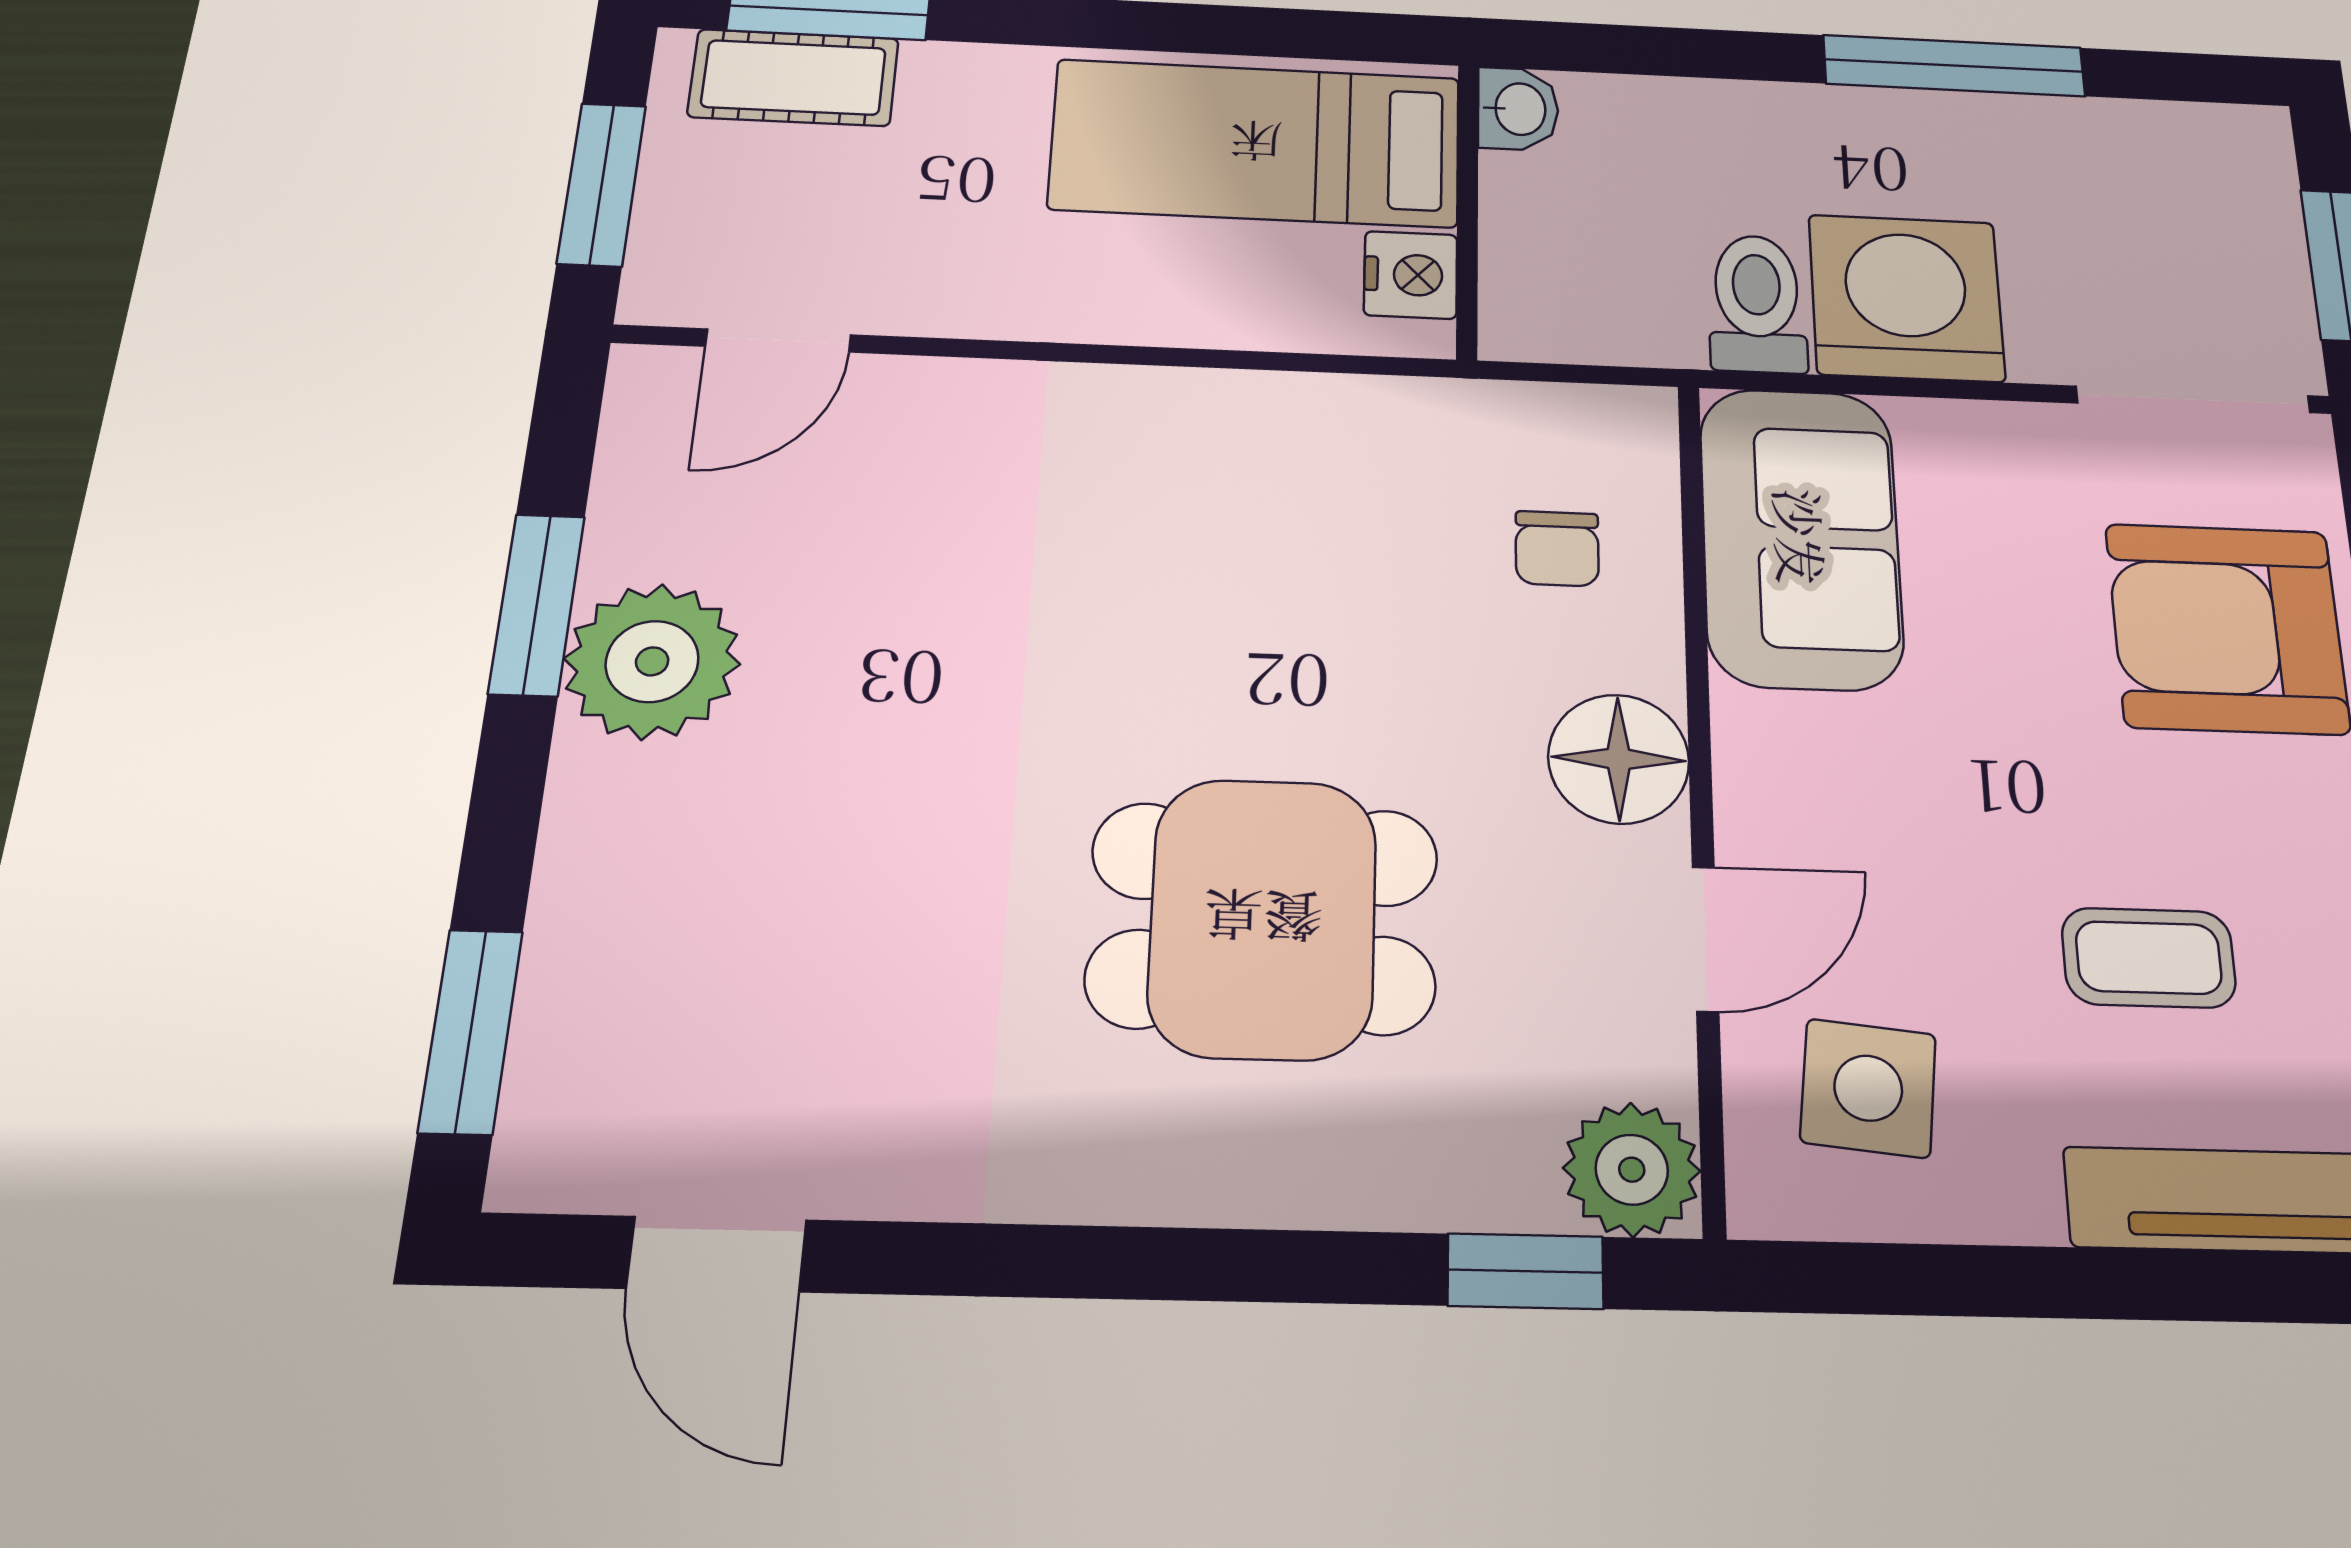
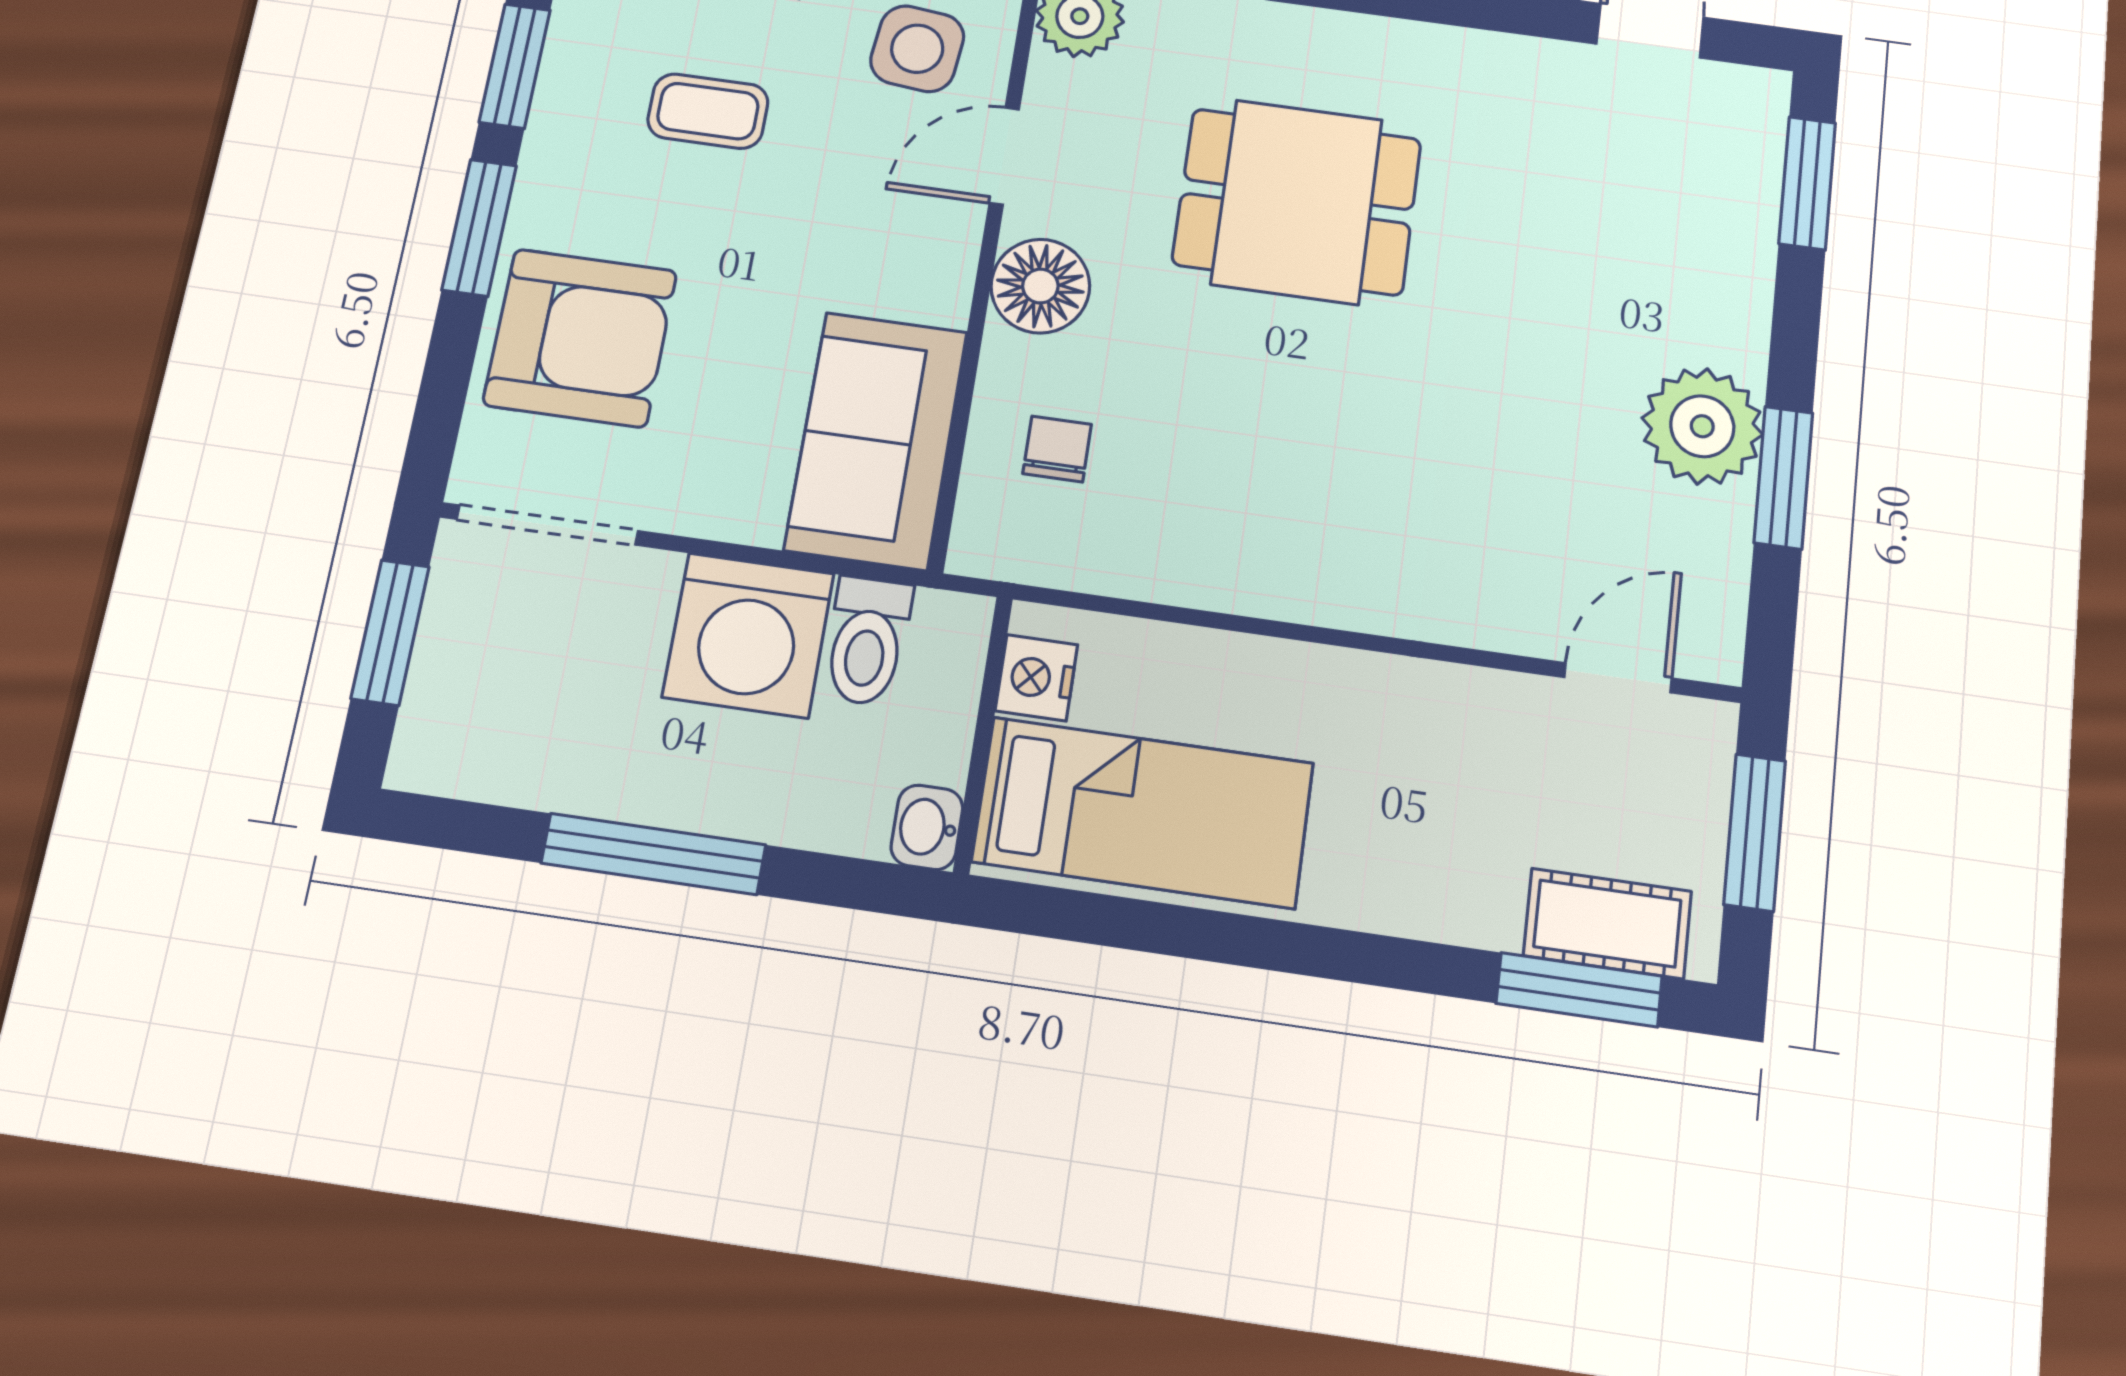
washbasin: (1518, 109) -> (927, 827), moved
bed: (1256, 143) -> (1143, 812), moved
wall: (1467, 210) -> (983, 734), moved
nightstand: (1411, 275) -> (1036, 678), moved

